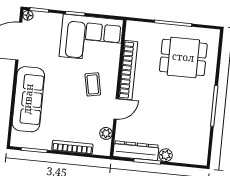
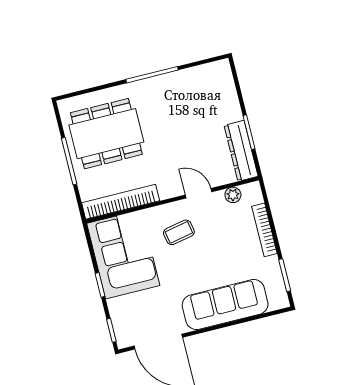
floor lamp: (28, 15) -> (123, 342), removed
dining table: (183, 57) -> (106, 134), width x1.38
bookcase: (128, 70) -> (121, 202), moved
plant: (166, 155) -> (233, 113), removed

